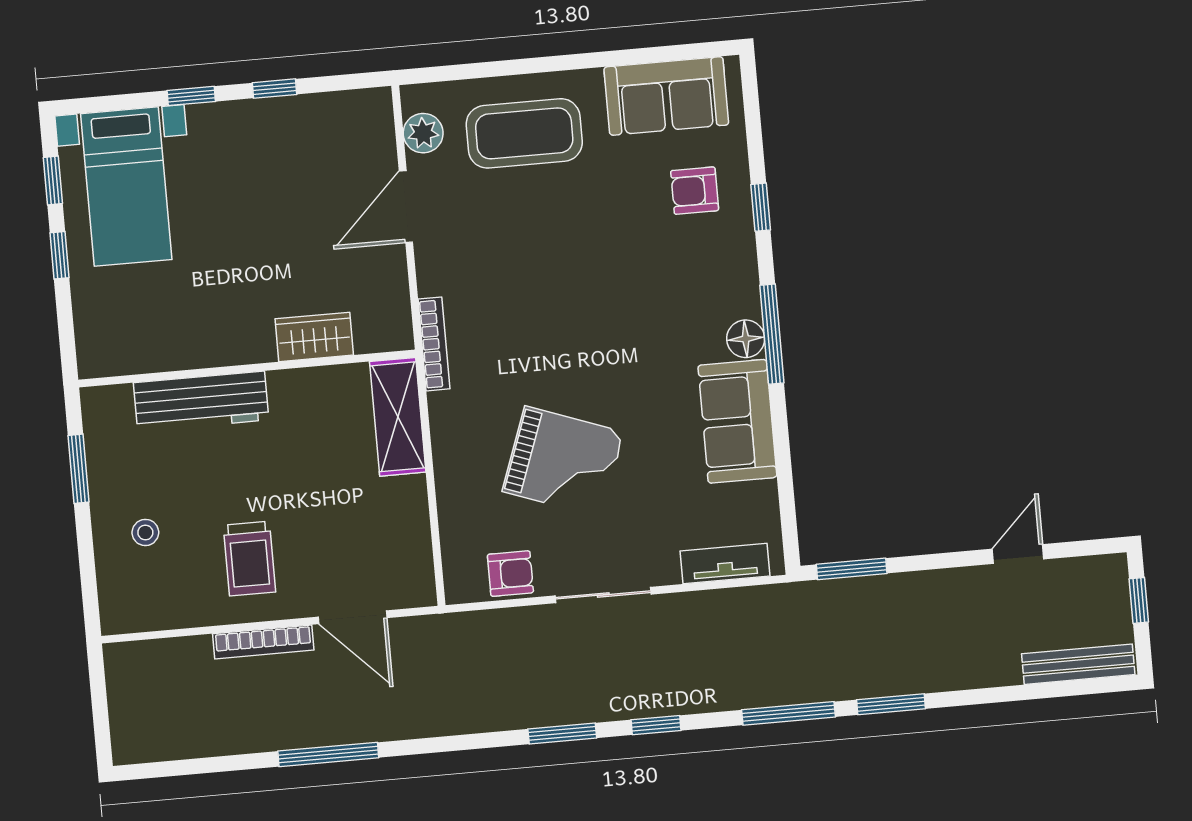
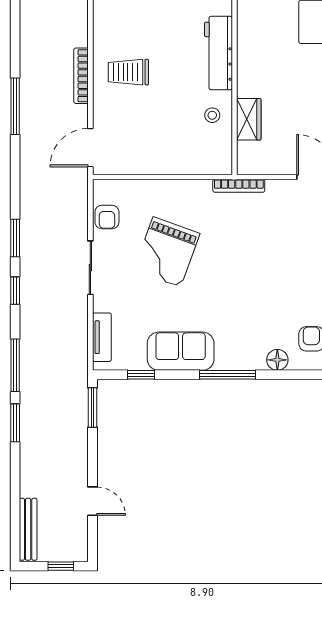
window: (761, 207) -> (141, 375), moved
floor lamp: (746, 339) -> (277, 360), moved
shelving: (398, 417) -> (200, 162), removed
stool: (145, 532) -> (212, 115), moved
door: (353, 617) -> (90, 148), moved

